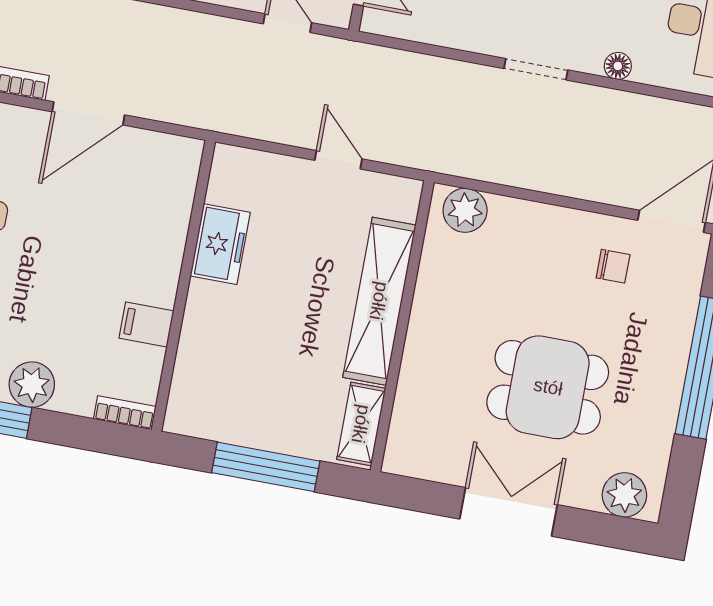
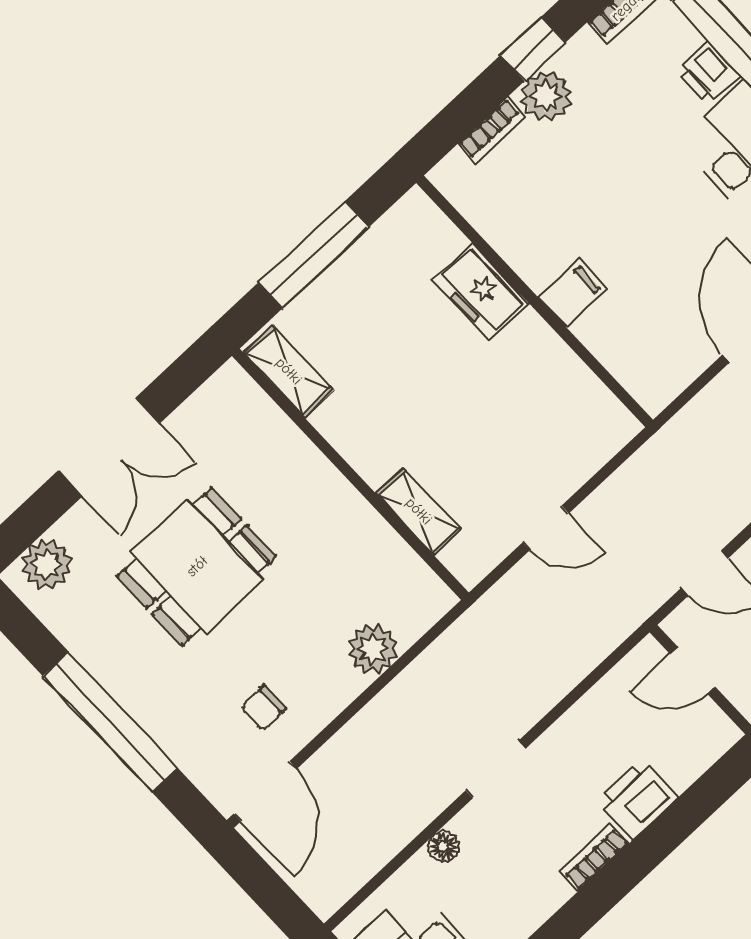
plant: (465, 210) -> (373, 649), moved
freezer: (220, 244) -> (481, 292), moved
shelving: (379, 301) -> (419, 511), width x0.45, depth x0.75
filing cabinet: (146, 325) -> (572, 293), moved
bookcase: (125, 413) -> (492, 131), moved

